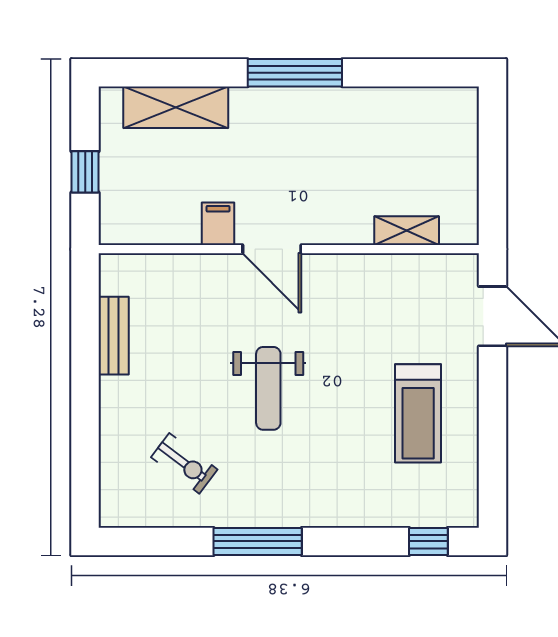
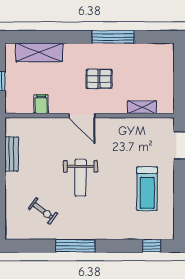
window: (295, 73) -> (113, 37), moved
pallet: (310, 167) -> (99, 79), added
filing cabinet: (218, 224) -> (41, 104), moved

